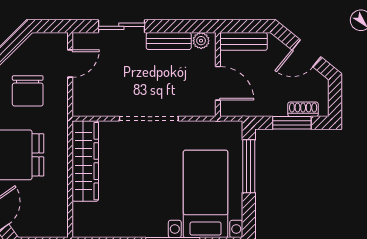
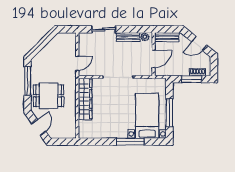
door: (70, 63) -> (77, 63), moved
door: (218, 83) -> (154, 59), hinge flipped
chair: (28, 91) -> (55, 63), removed
window: (249, 166) -> (169, 113), moved

